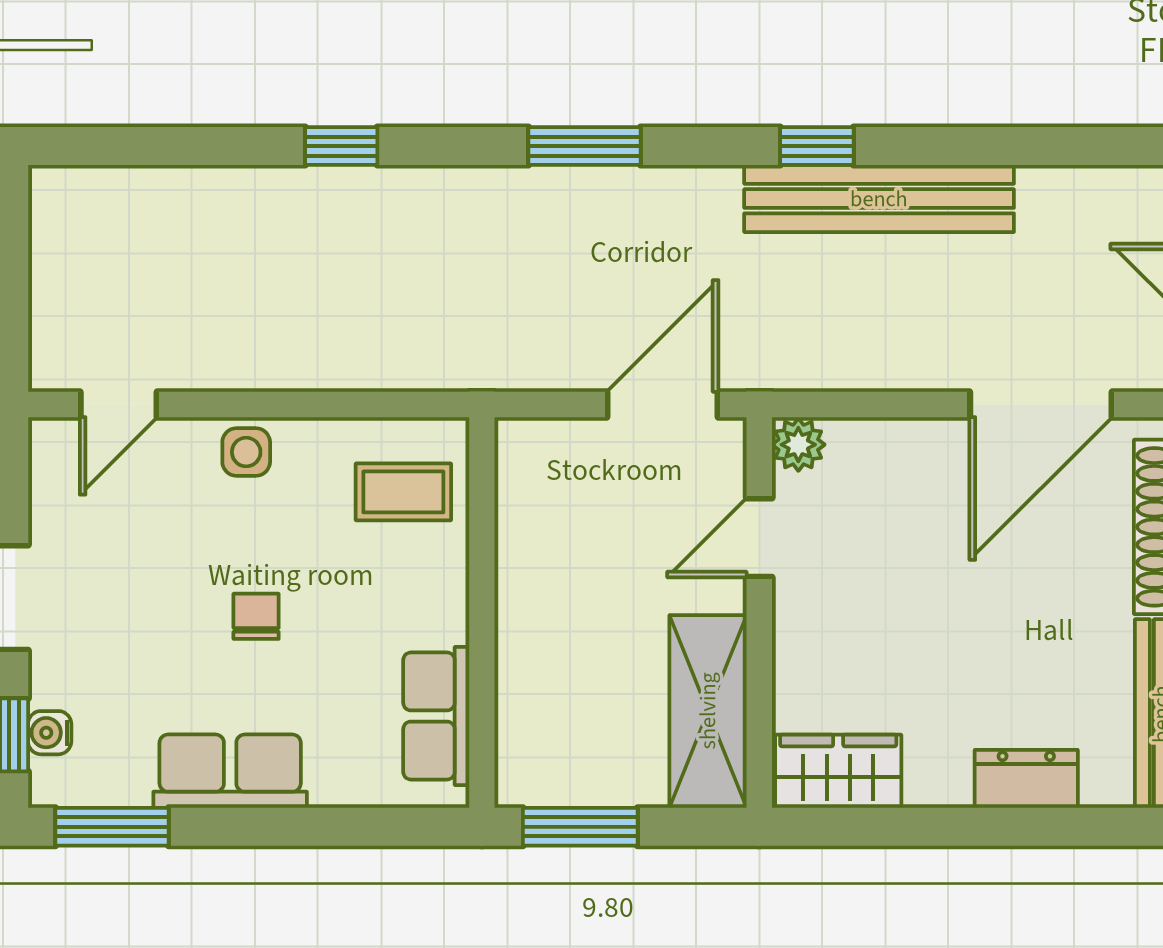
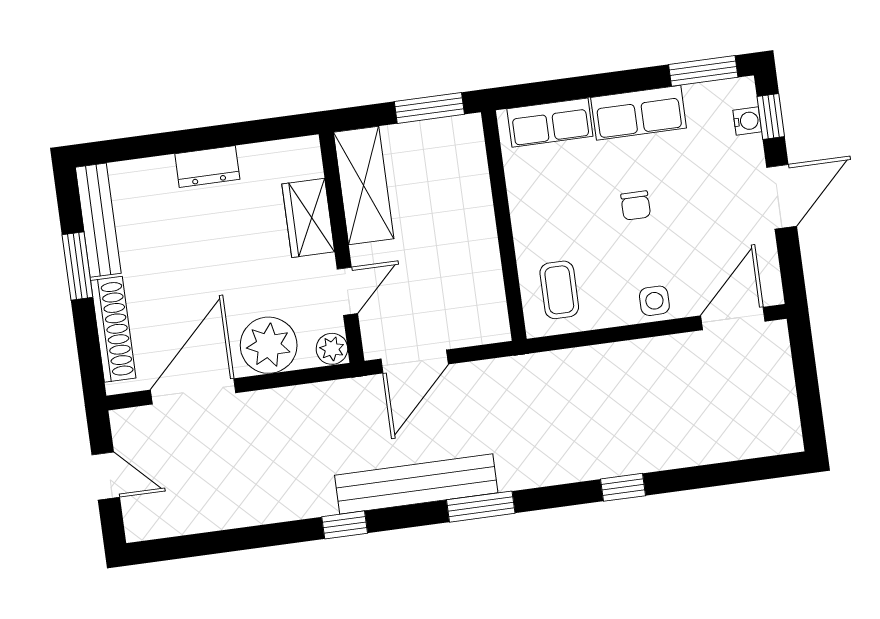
bench: (879, 199) -> (416, 484), moved
door: (119, 404) -> (733, 318), width x1.38
plant: (904, 465) -> (269, 345), added
coffee table: (403, 492) -> (559, 290), turned 90
row of seats: (436, 716) -> (550, 123), moved, turned 90
wardrobe: (838, 771) -> (308, 218), moved, turned 90
dresser: (1026, 779) -> (207, 166), moved

